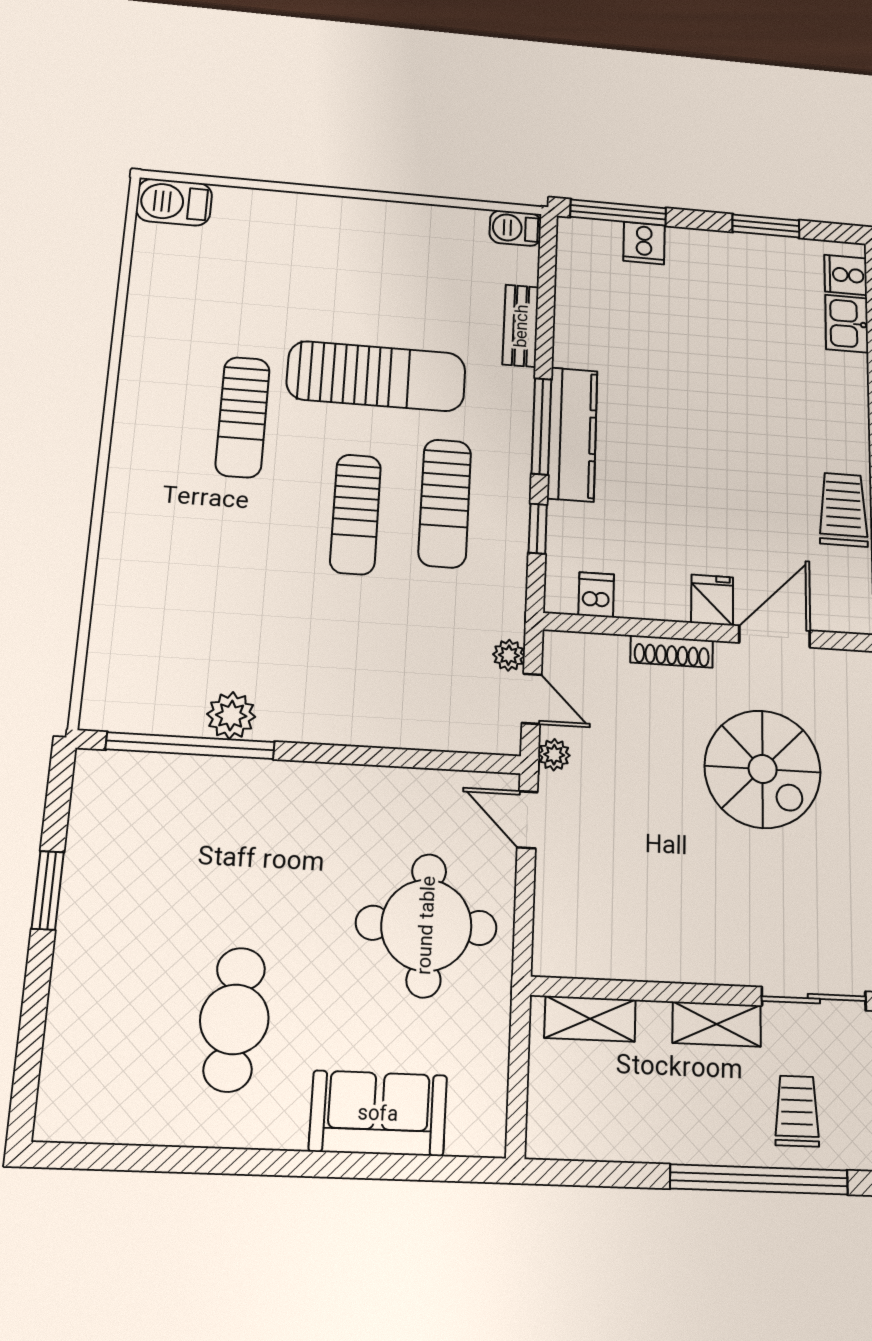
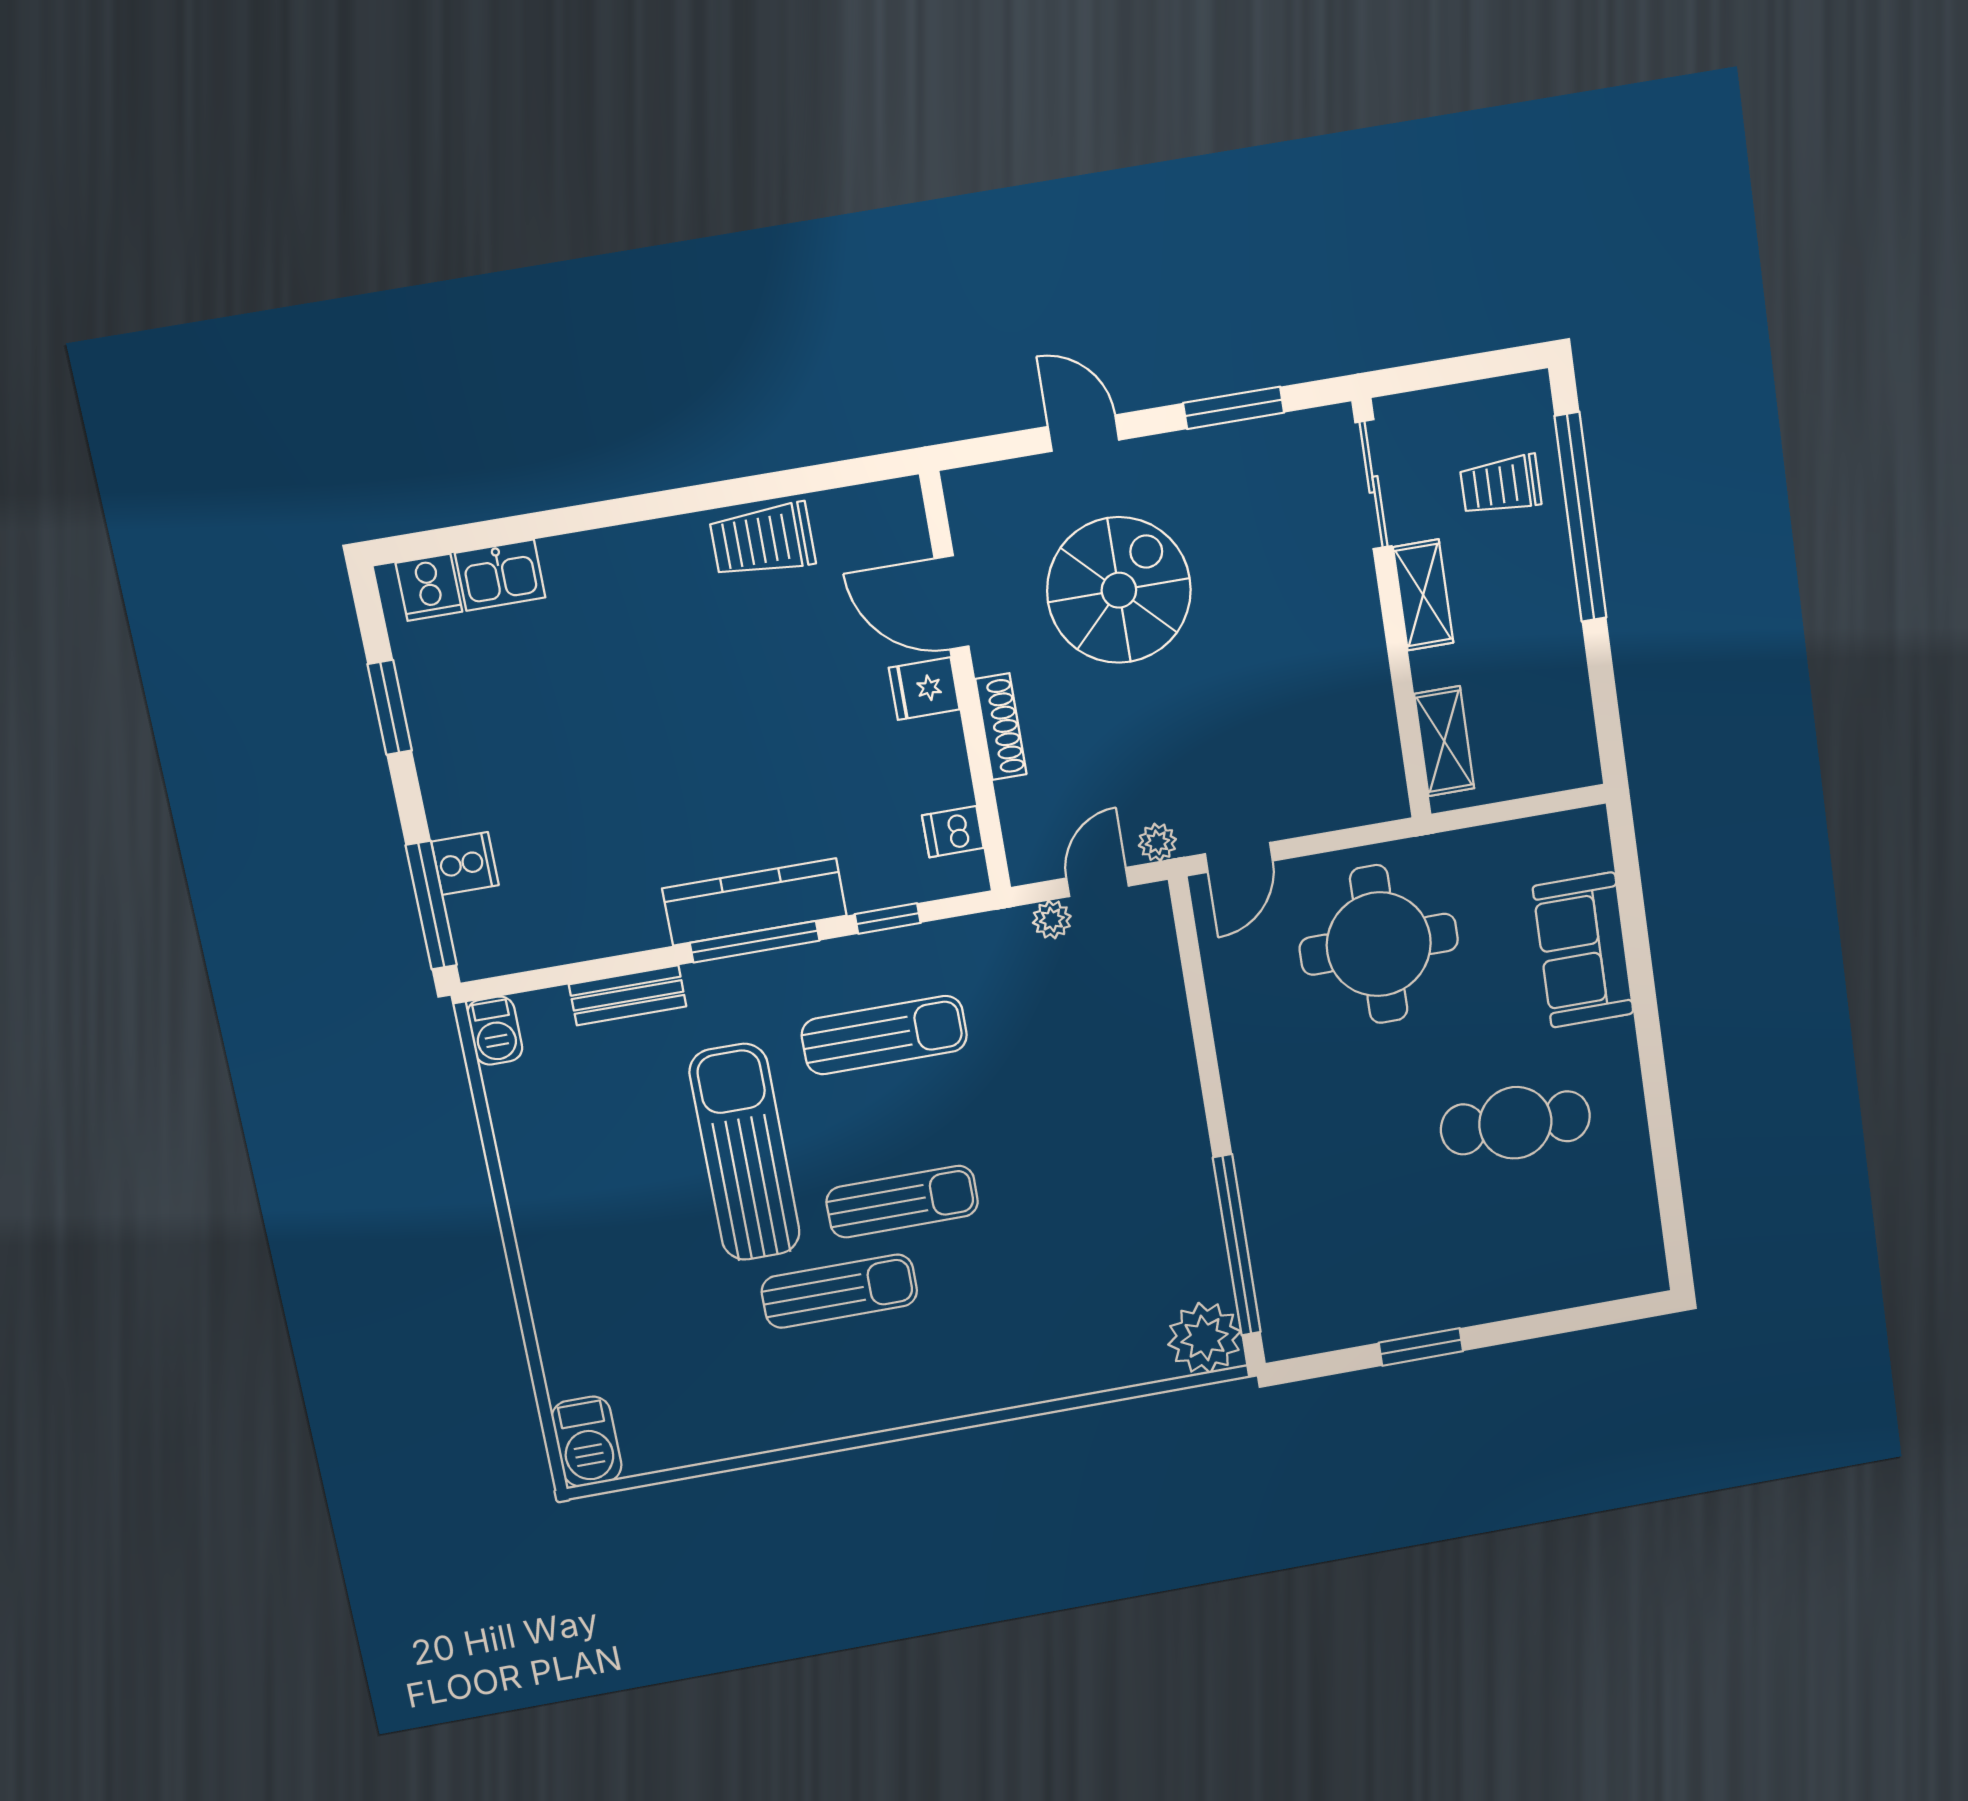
sun lounger: (356, 514) -> (902, 1202), moved
plant: (231, 715) -> (1205, 1338), moved, width x1.36, depth x1.36

